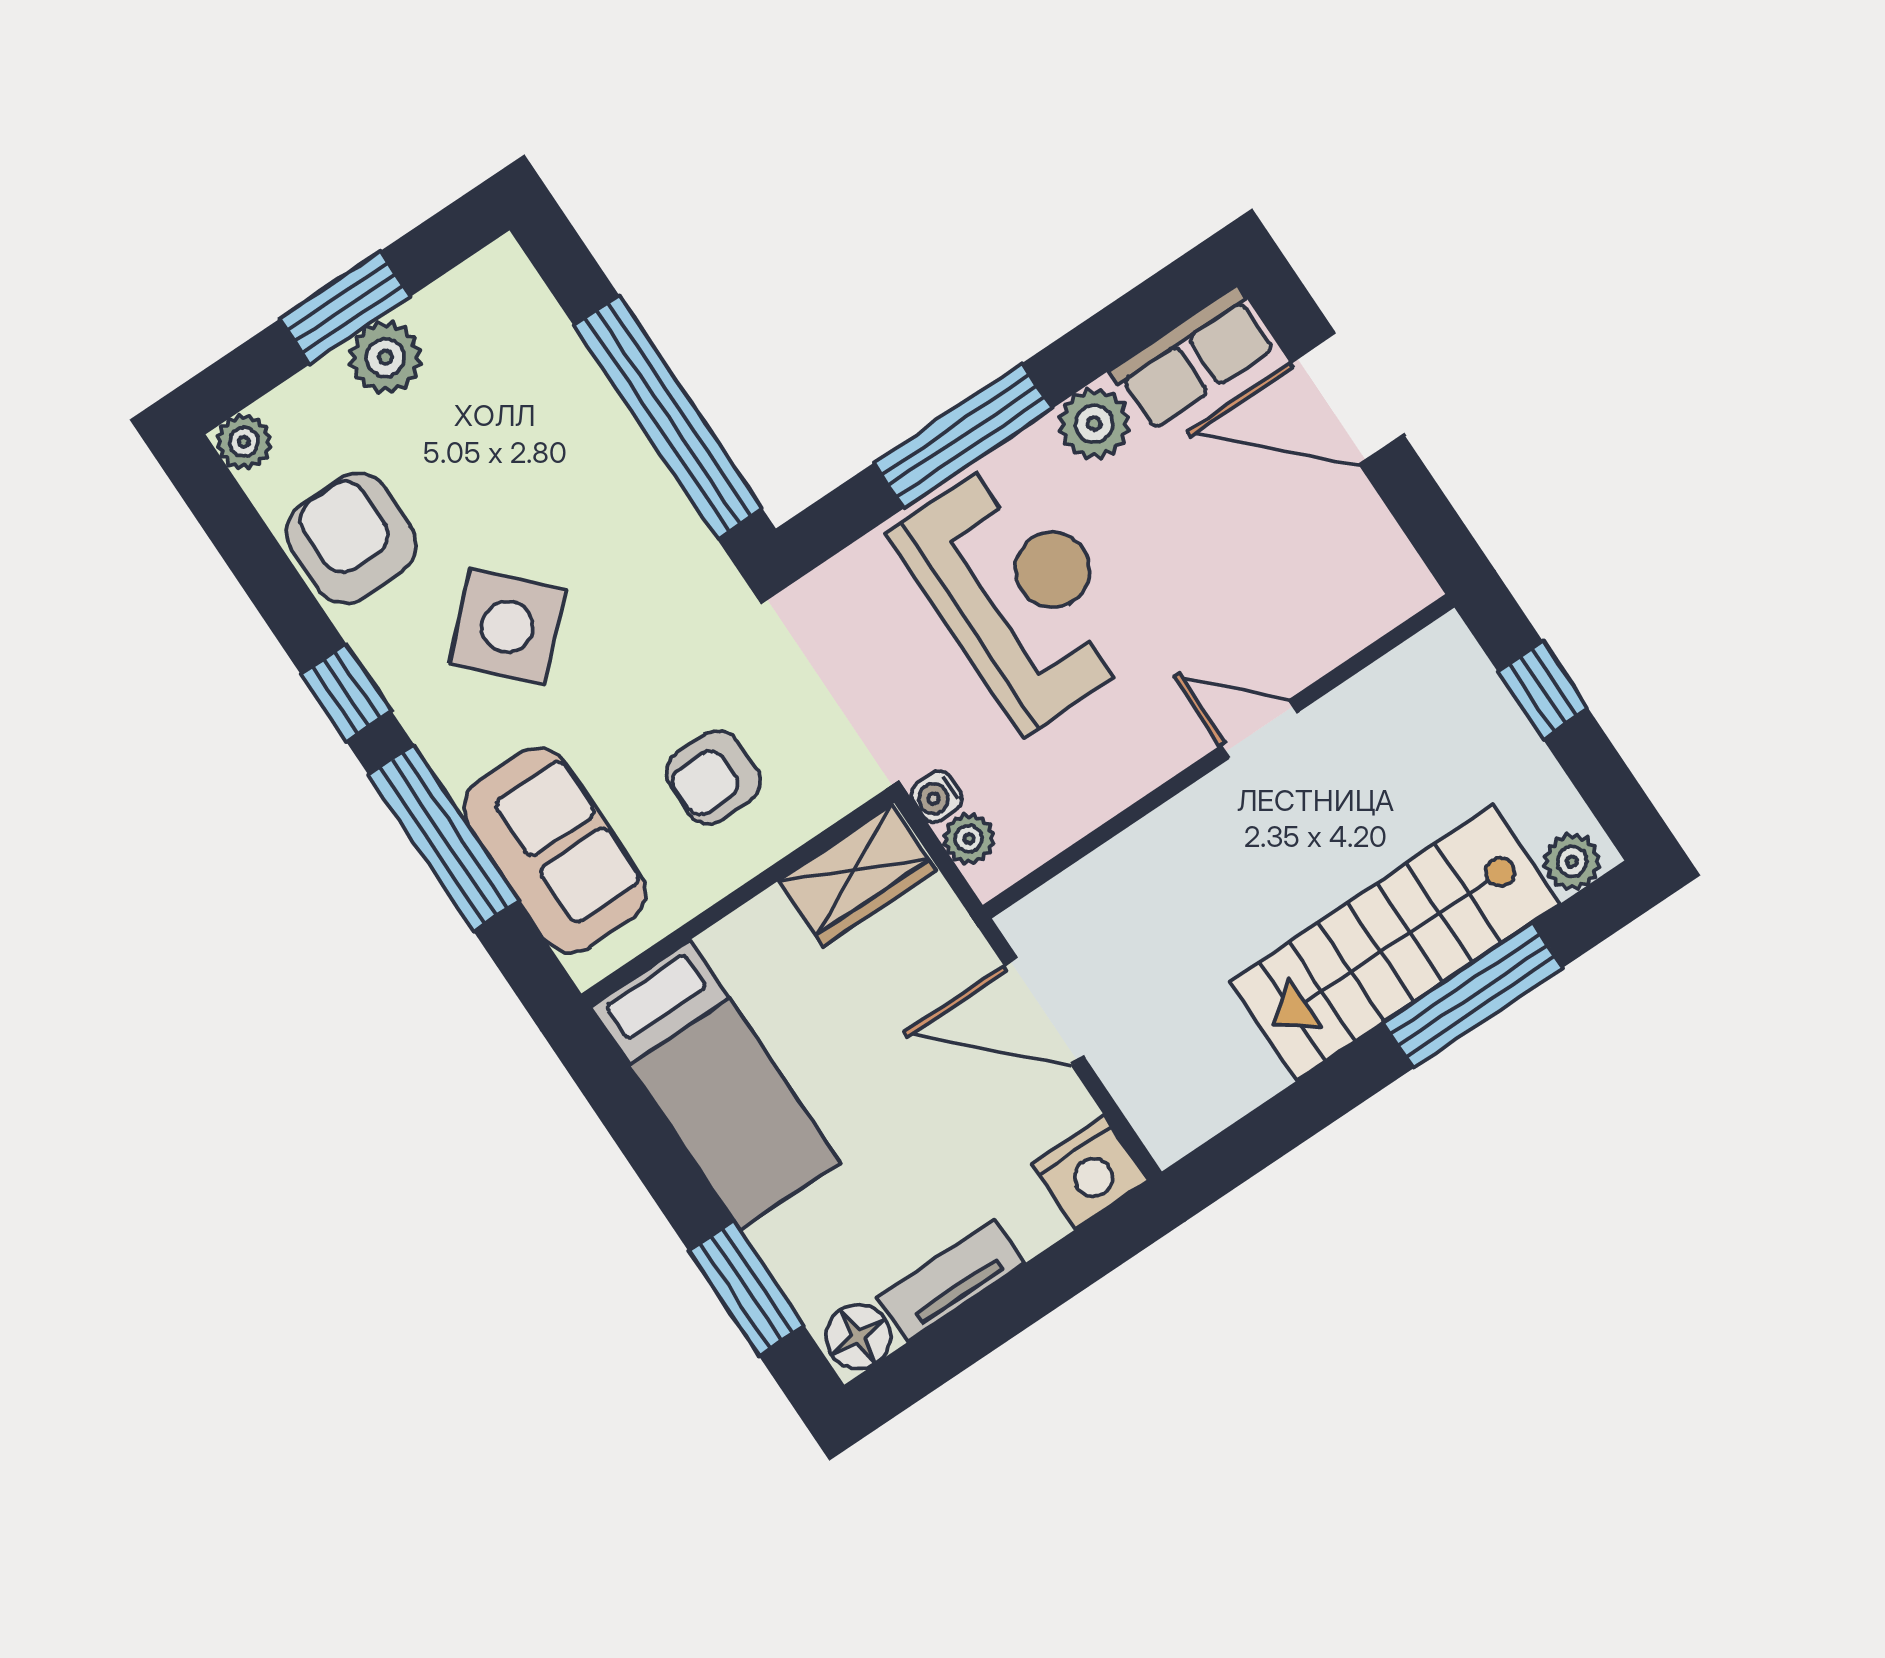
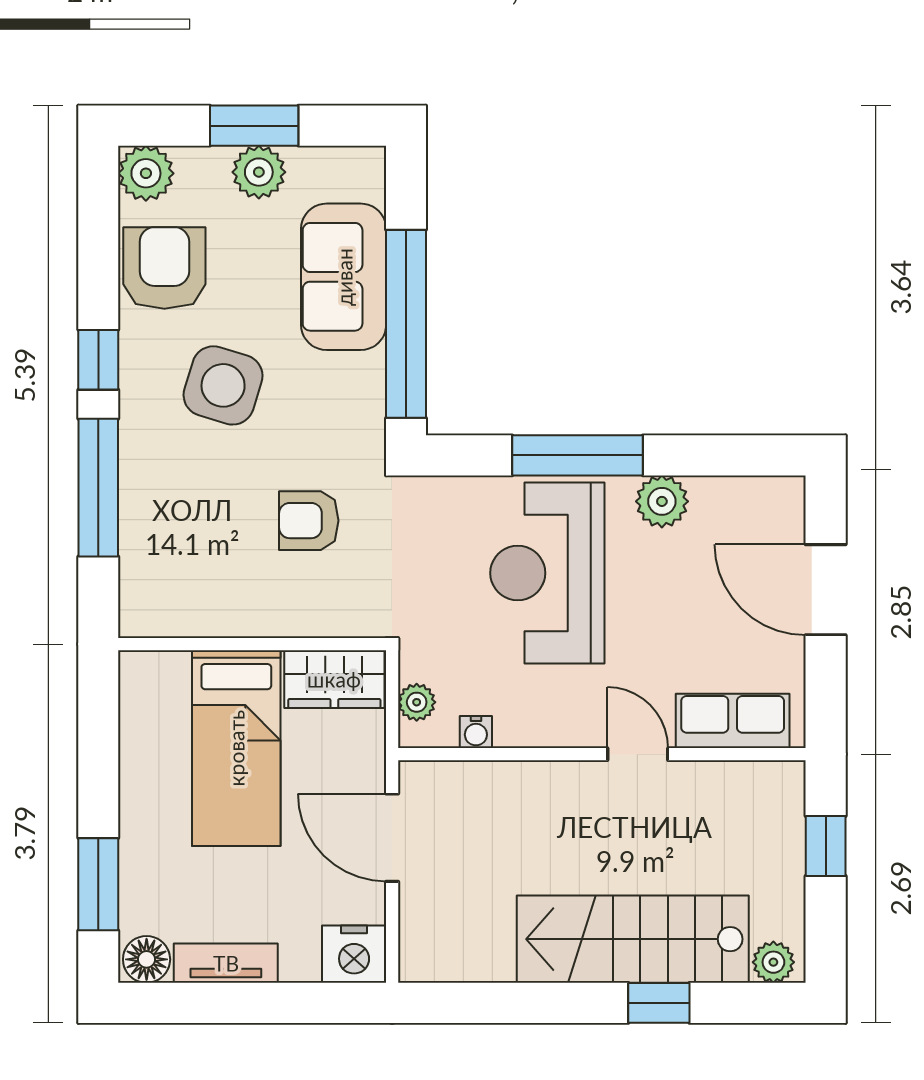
row of seats: (1194, 359) -> (733, 721), moved, turned 180
plant: (244, 442) -> (146, 173), width x1.38, depth x1.38
reception desk: (1019, 592) -> (547, 573), turned 180
side table: (507, 627) -> (223, 385), turned -30
armchair: (713, 777) -> (309, 521), moved
water cooler: (936, 797) -> (476, 732), moved, turned -90
sofa: (555, 850) -> (344, 277), moved, turned 180
window: (1473, 995) -> (659, 1003), width x0.46
bed: (715, 1085) -> (236, 748), moved

